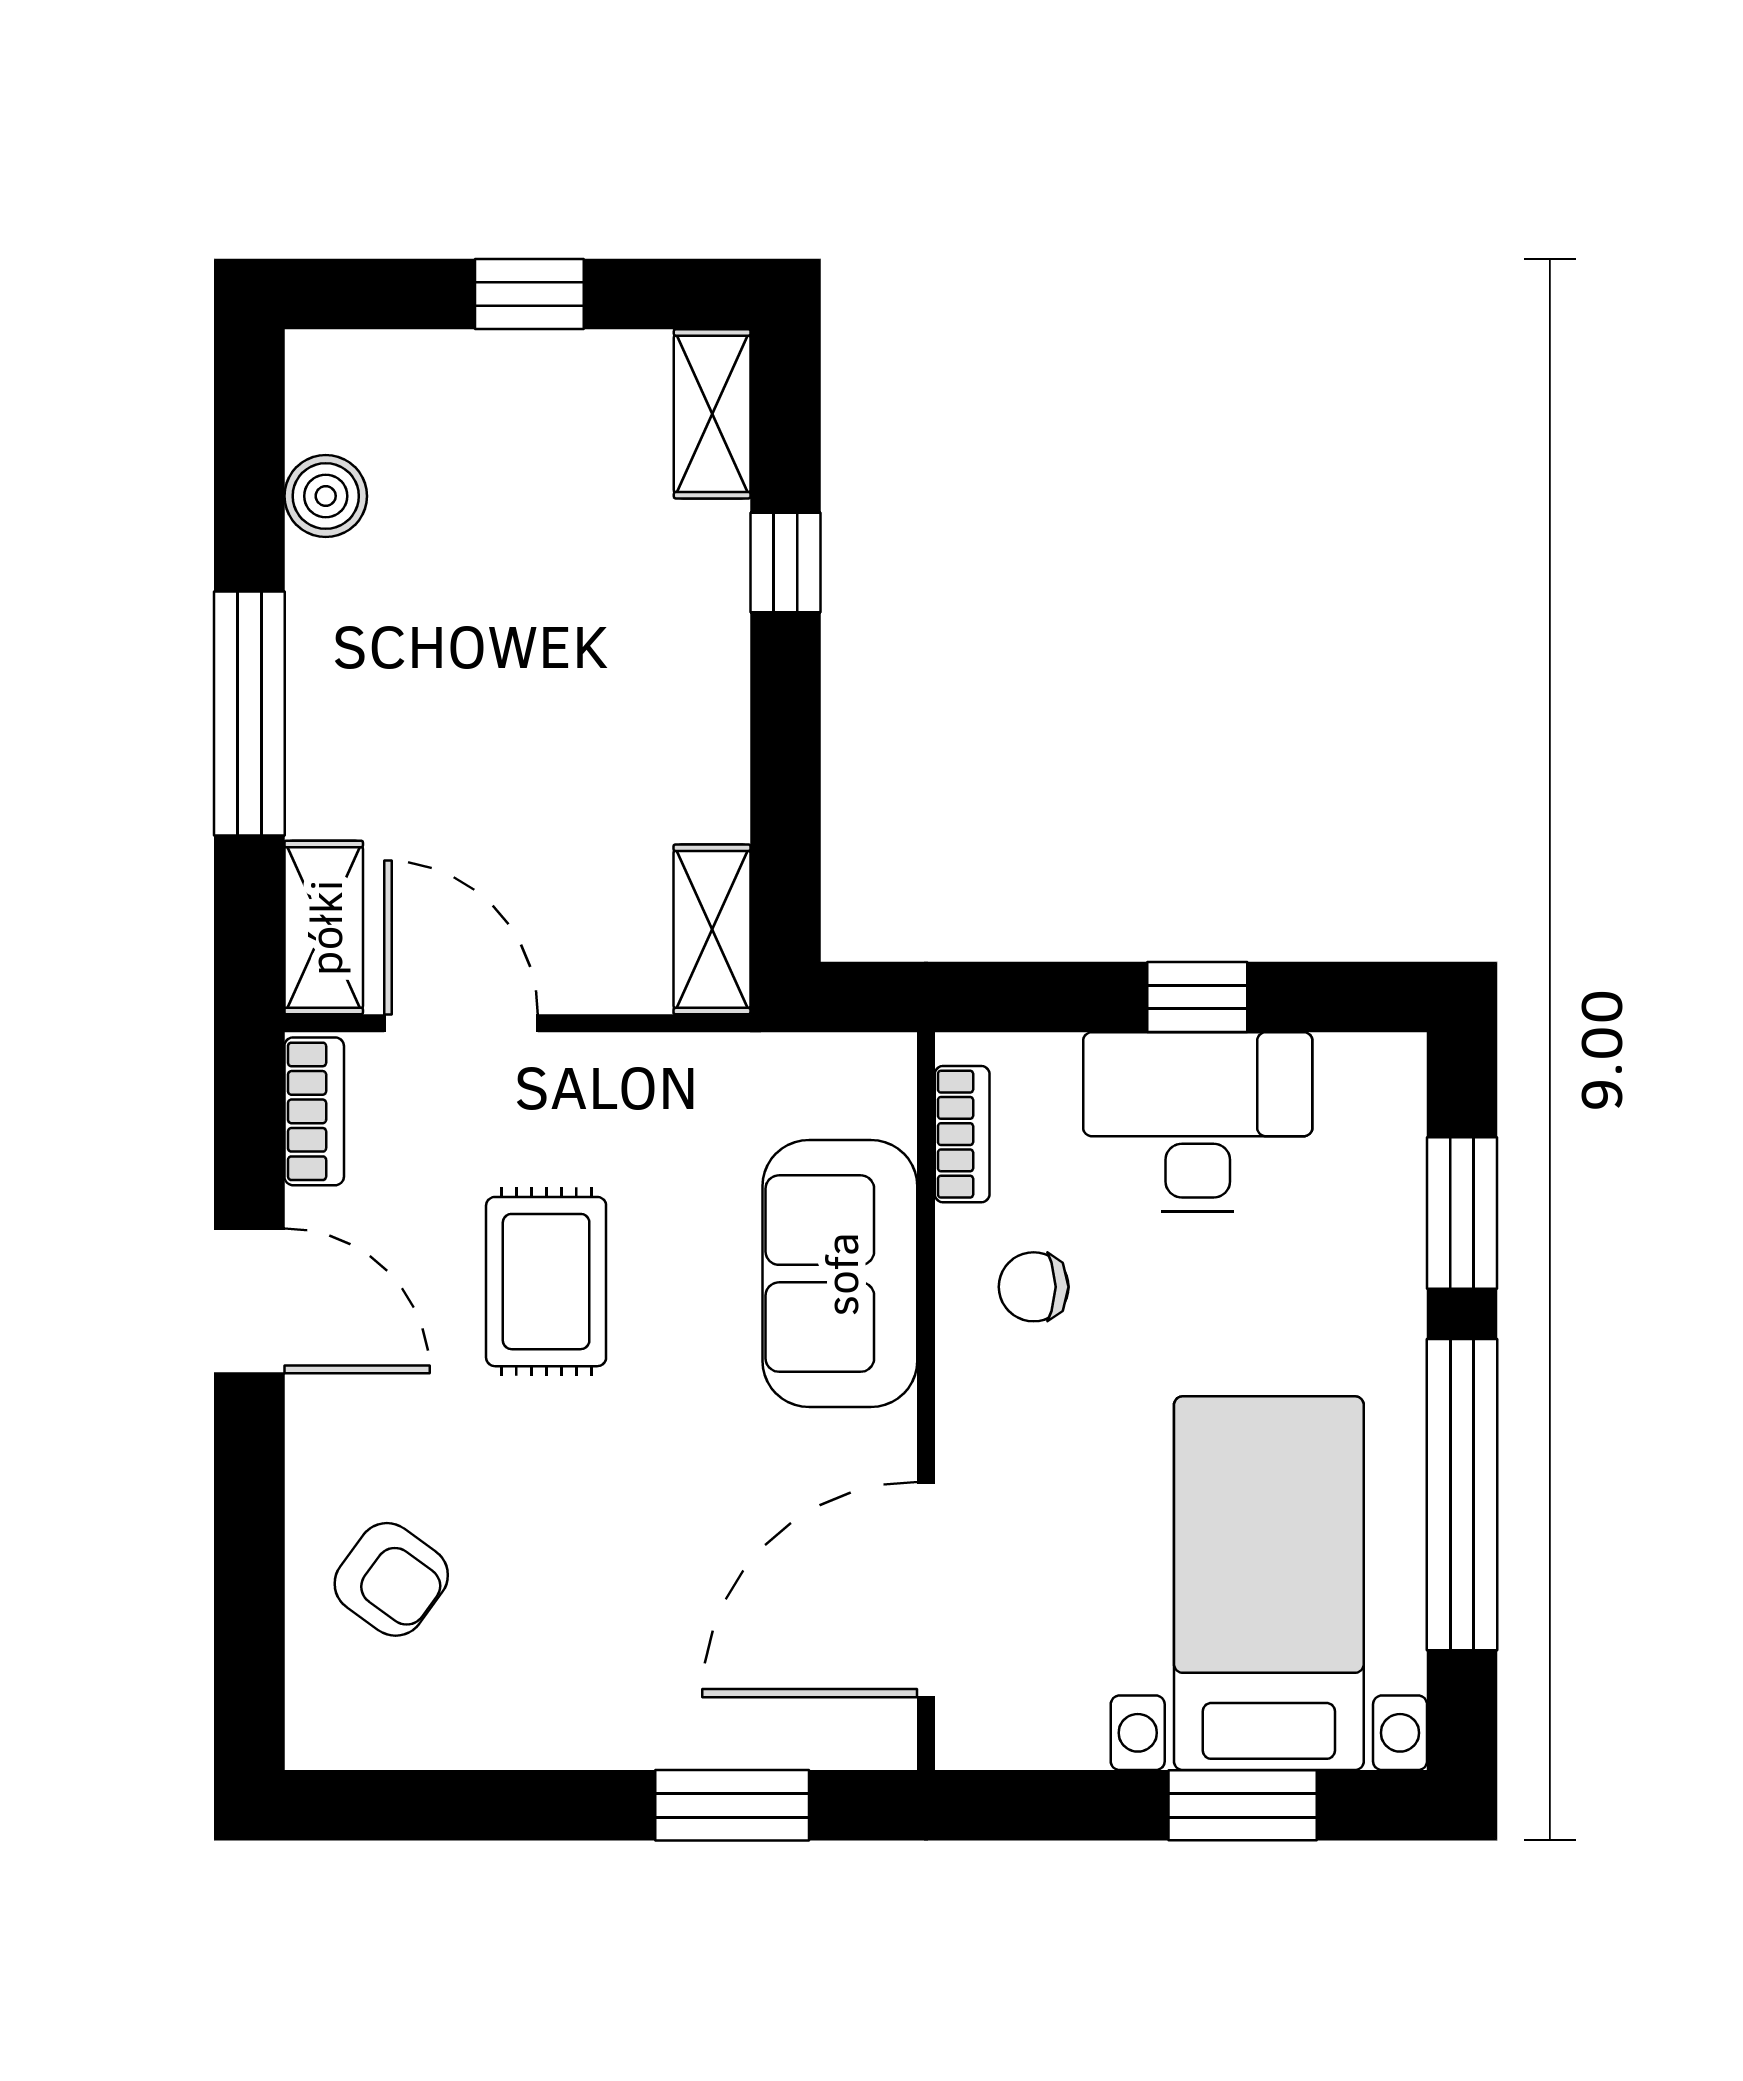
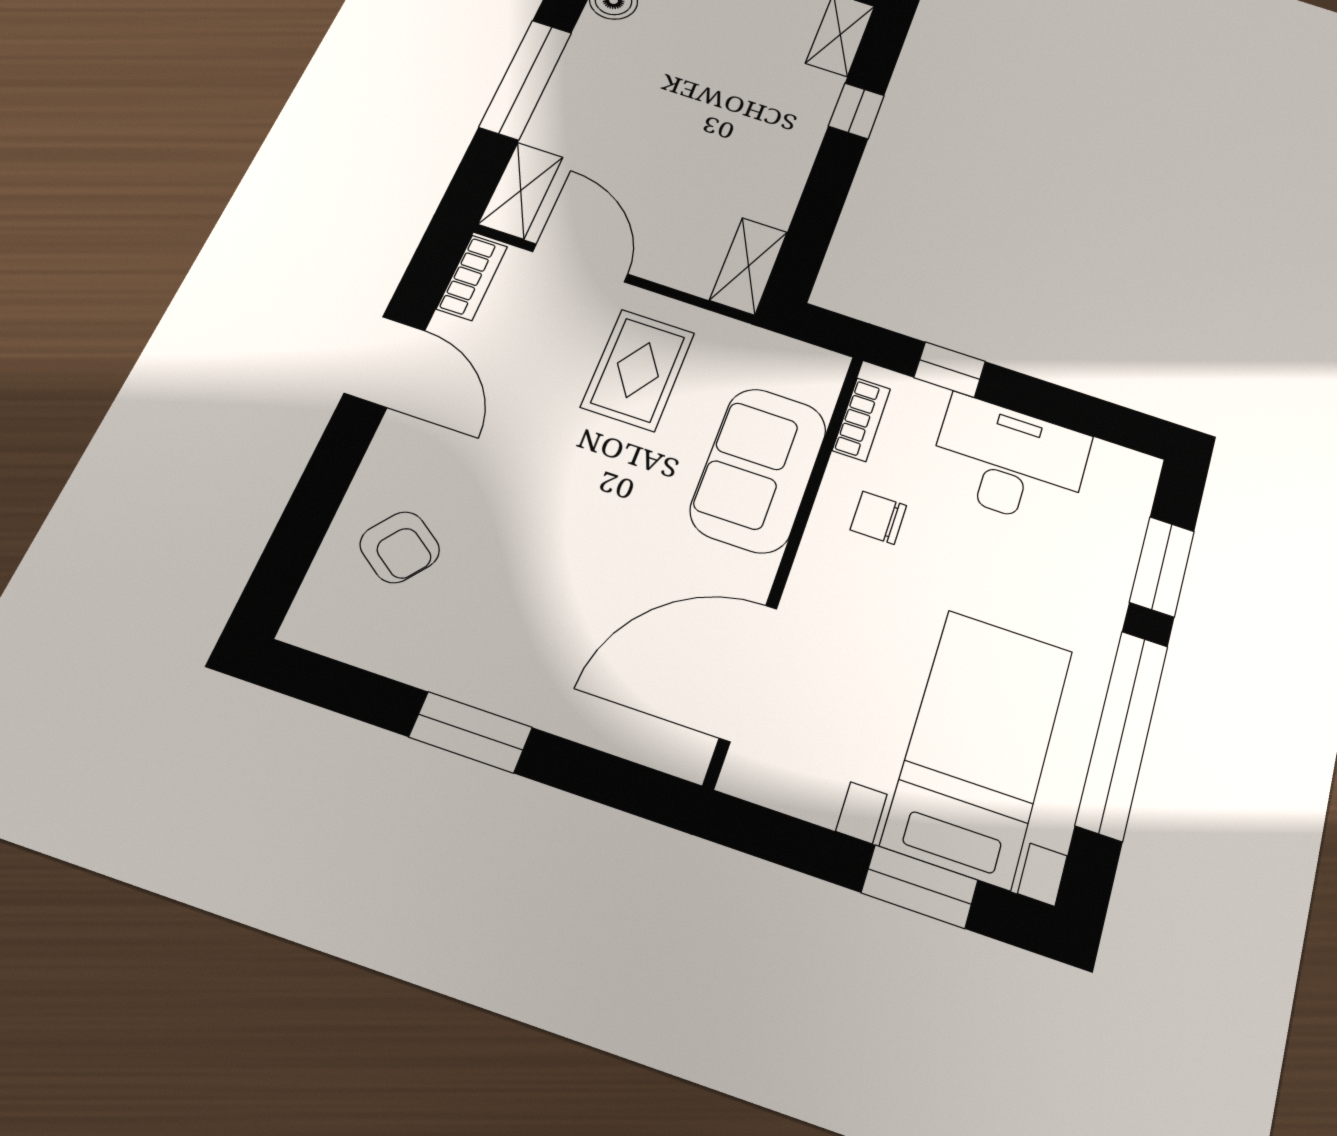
window: (1197, 997) -> (950, 369), moved
rug: (546, 1282) -> (638, 370), moved
window: (732, 1805) -> (471, 732), moved

